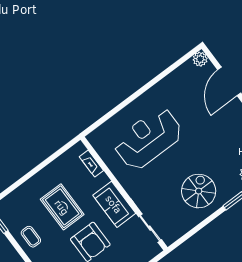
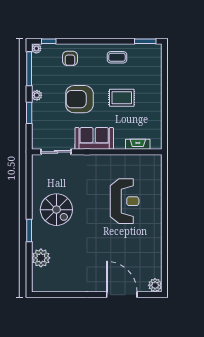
reception desk: (148, 139) -> (125, 201), width x0.74, depth x0.77
rug: (62, 207) -> (122, 98), width x0.73, depth x0.70

